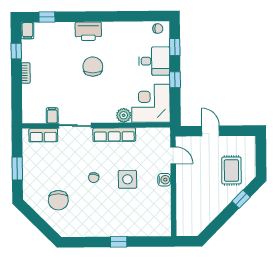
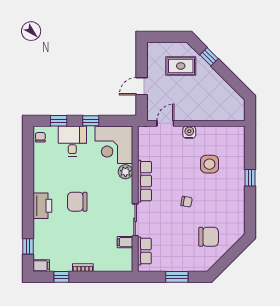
side table: (127, 179) -> (209, 164), moved

